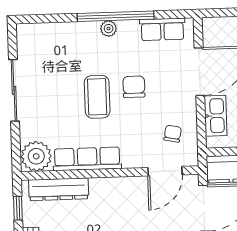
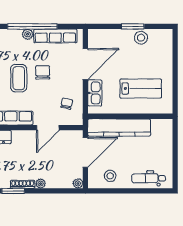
row of seats: (162, 29) -> (55, 36), width x1.48
door: (165, 171) -> (48, 128), moved

